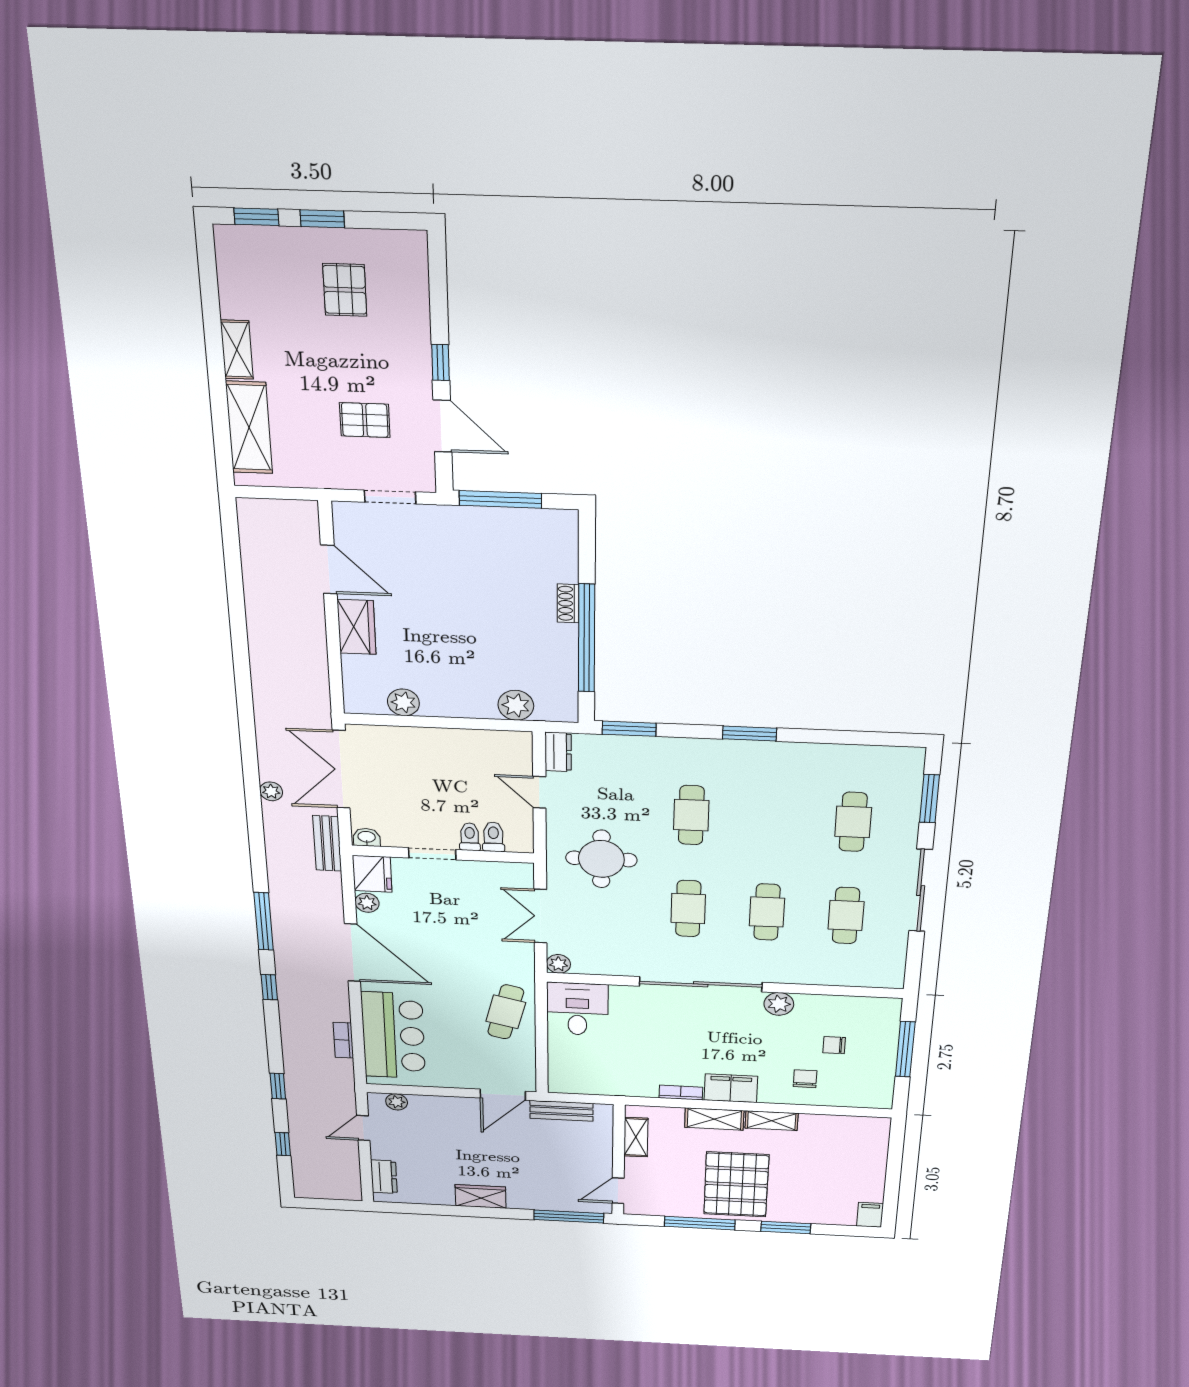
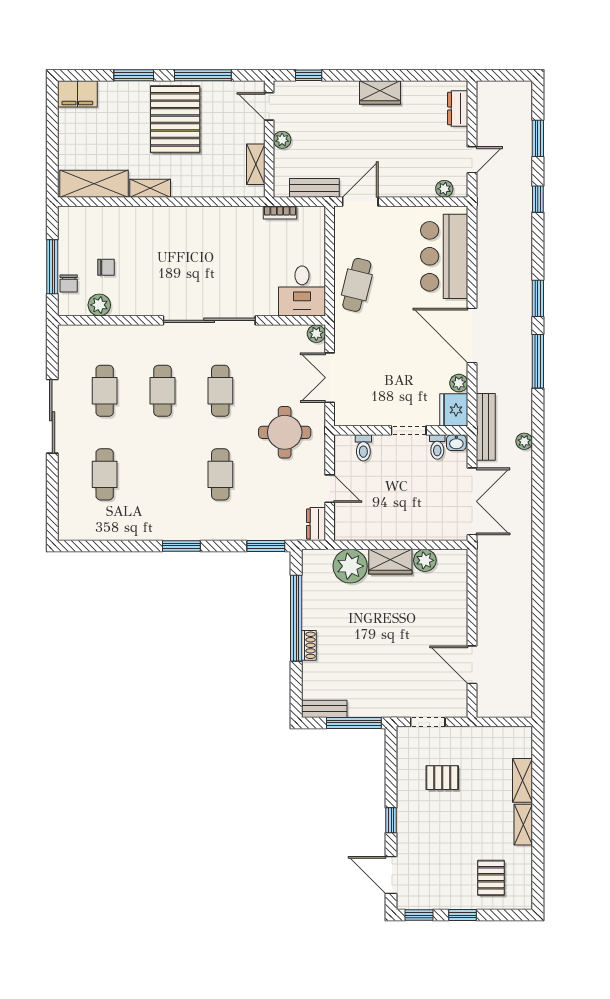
window: (256, 217) -> (419, 915), moved
pallet: (345, 290) -> (491, 878), moved
door: (442, 426) -> (391, 875), moved
shelving: (249, 428) -> (523, 780), width x0.67, depth x0.75
bench: (545, 520) -> (324, 709), added
wardrobe: (356, 627) -> (390, 562), moved, turned -90
plant: (516, 705) -> (350, 566), width x1.36, depth x1.36
plant: (271, 791) -> (524, 441), moved
window: (929, 799) -> (52, 497), removed
toilet: (470, 837) -> (437, 447), moved
bench: (327, 843) -> (486, 427), width x1.36
double door: (540, 916) -> (330, 378), swing flipped
window: (269, 987) -> (538, 298), width x1.50
plant: (779, 1004) -> (99, 305), moved
bookcase: (343, 1040) -> (483, 249), removed
chair: (805, 1079) -> (69, 283), moved
filing cabinet: (731, 1088) -> (183, 219), removed
bookcase: (681, 1093) -> (280, 213), moved
shelving: (714, 1119) -> (94, 184), moved, width x1.50, depth x1.33
window: (283, 1144) -> (538, 138), width x1.50
plant: (602, 1159) -> (282, 140), added
door: (618, 1191) -> (269, 106), swing flipped
filing cabinet: (870, 1215) -> (77, 94), width x2.00
window: (569, 1216) -> (309, 75), width x0.46

